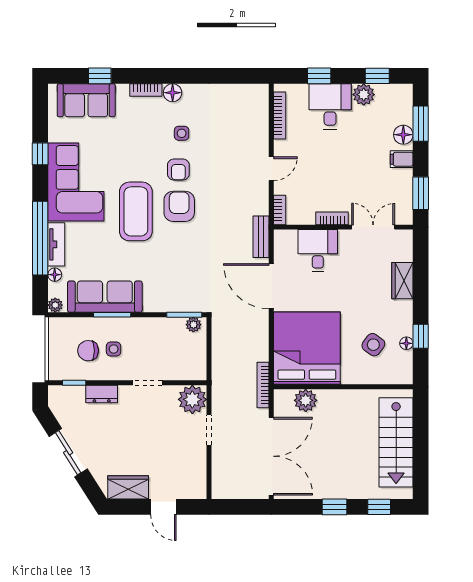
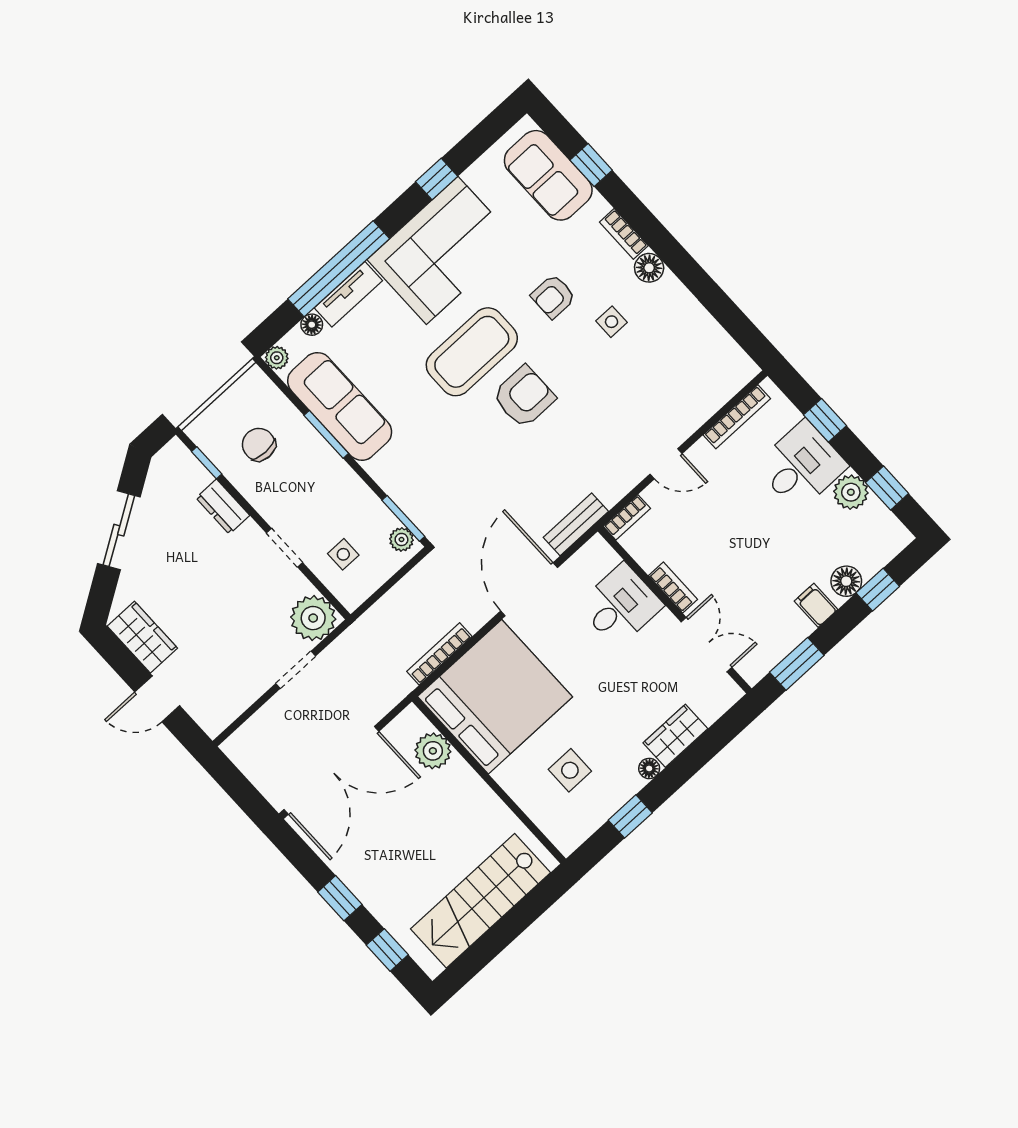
window: (421, 124) -> (878, 590), width x0.67
armchair: (178, 170) -> (553, 297), moved
floor lamp: (406, 343) -> (649, 768), moved
side table: (373, 345) -> (570, 770), turned -36
side table: (114, 349) -> (343, 554), moved
bookcase: (263, 385) -> (439, 654), moved
door: (163, 507) -> (157, 699), hinge flipped

